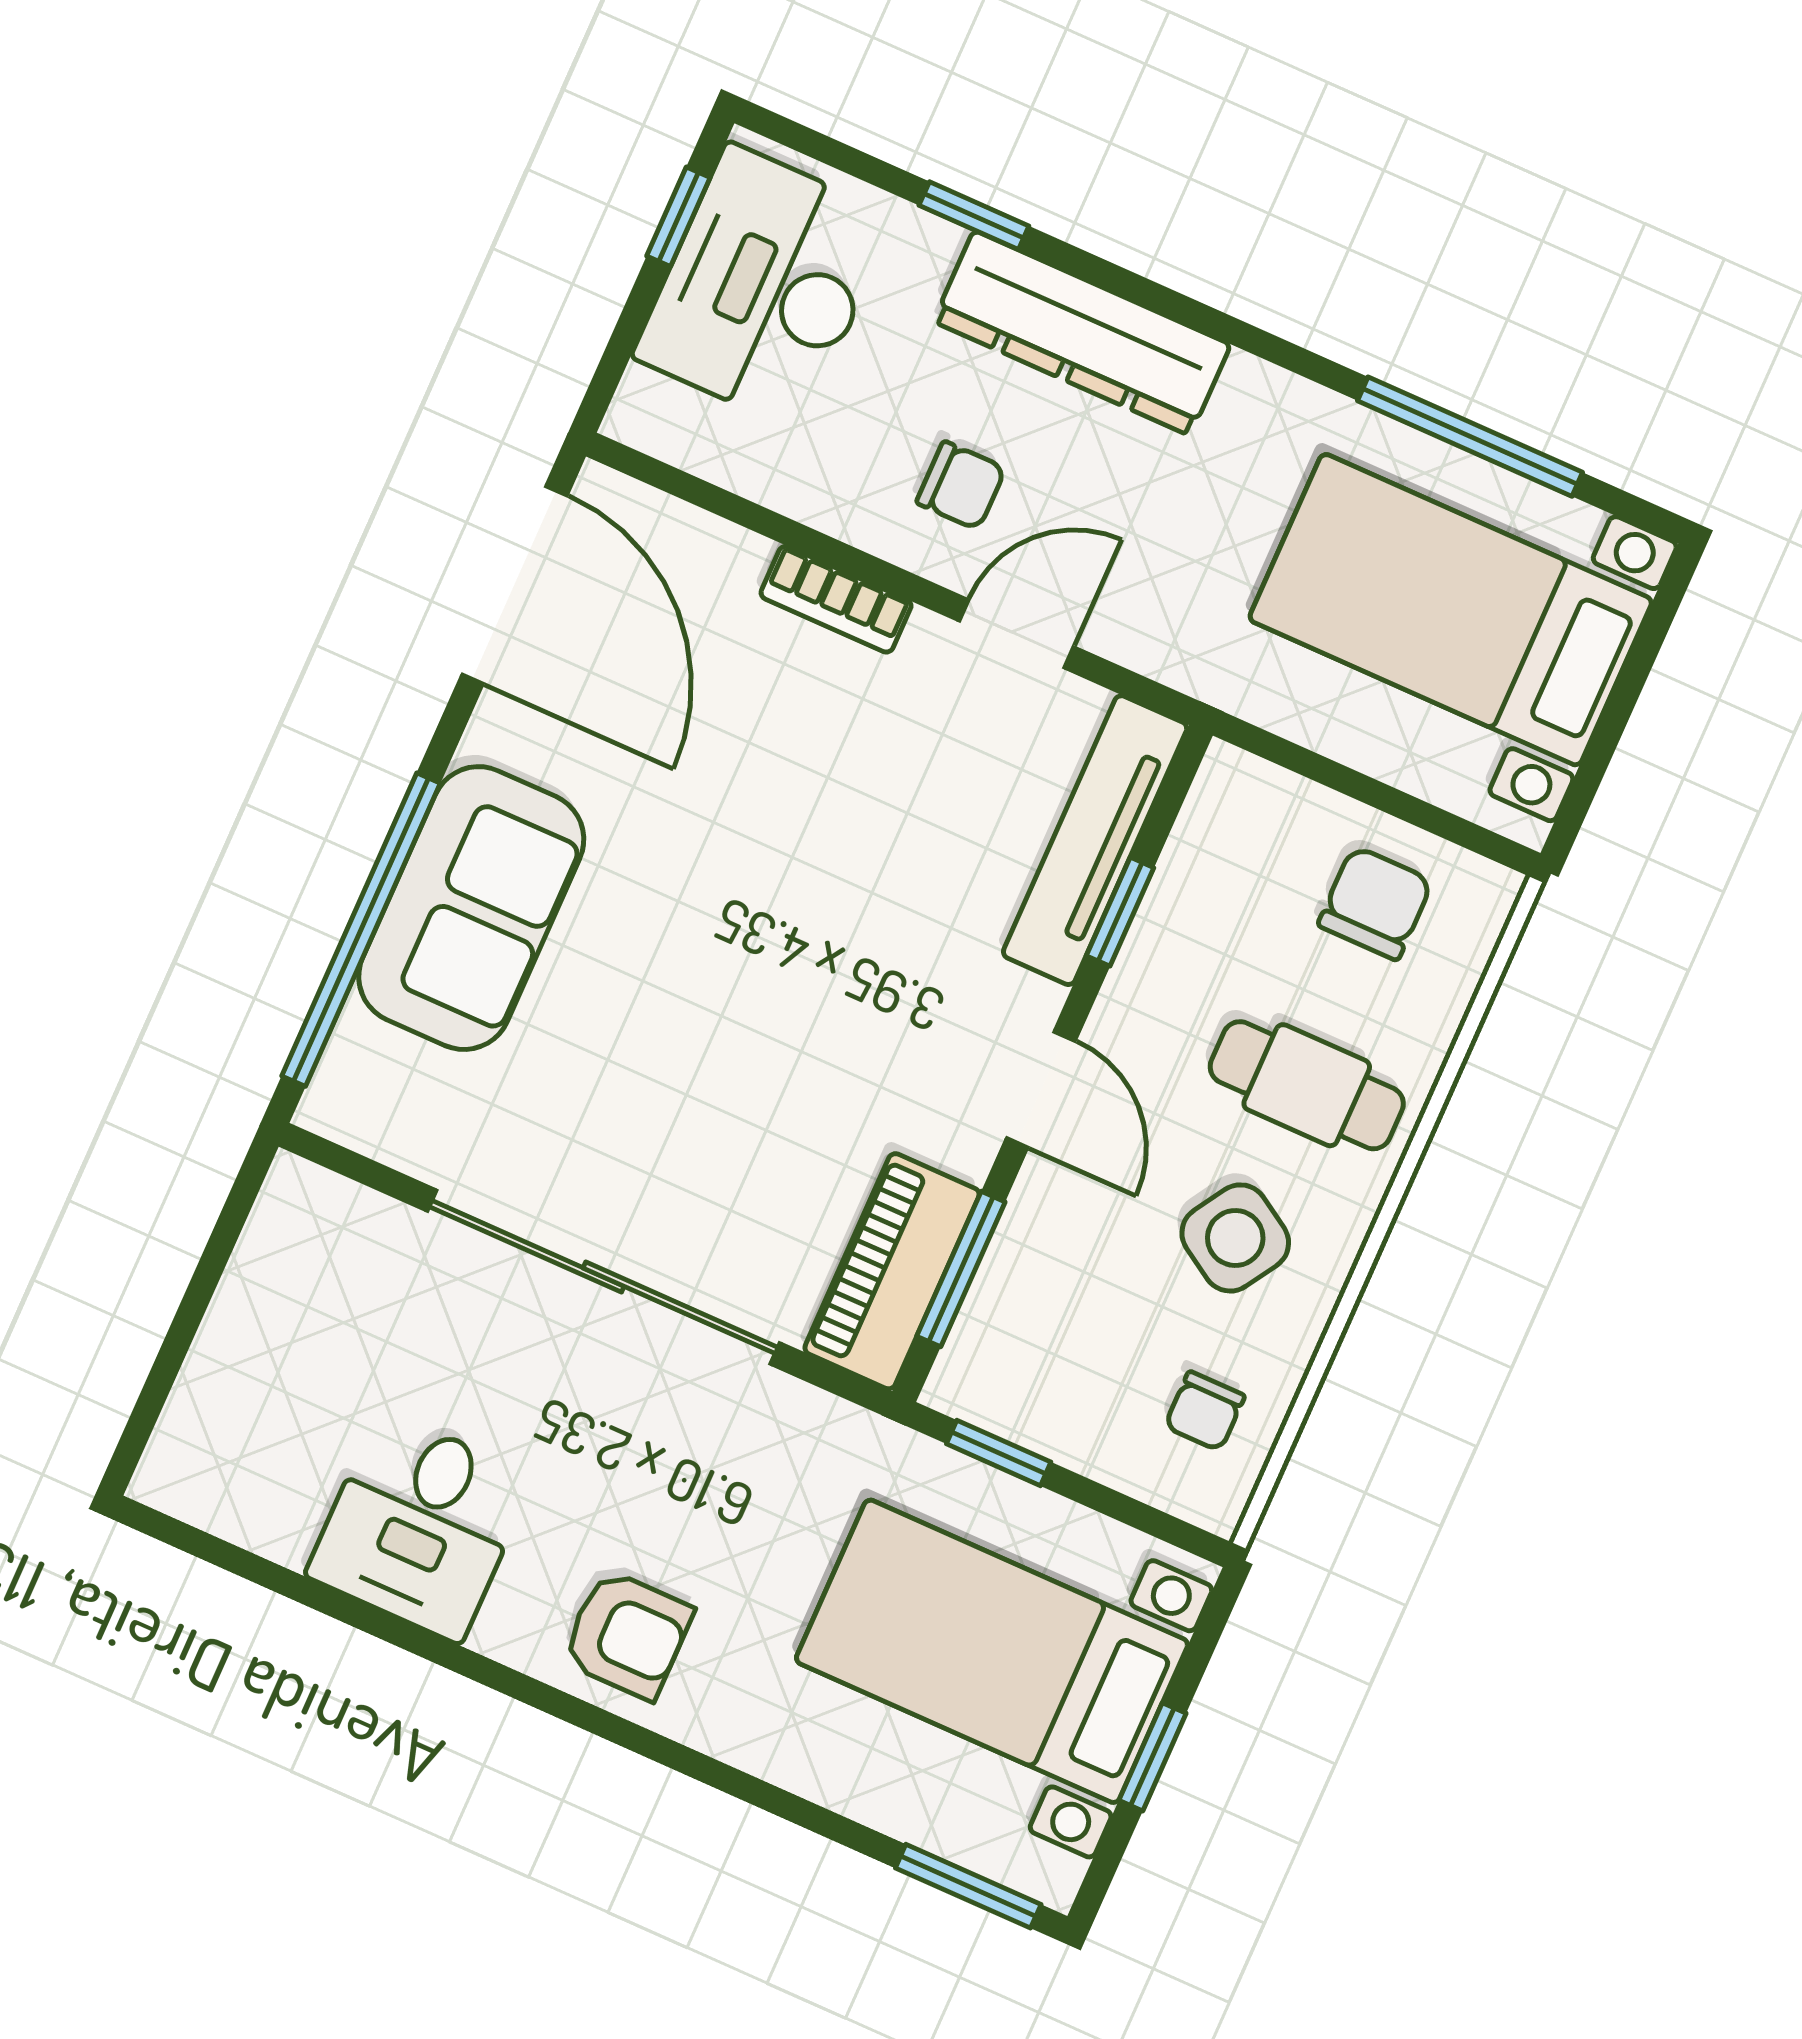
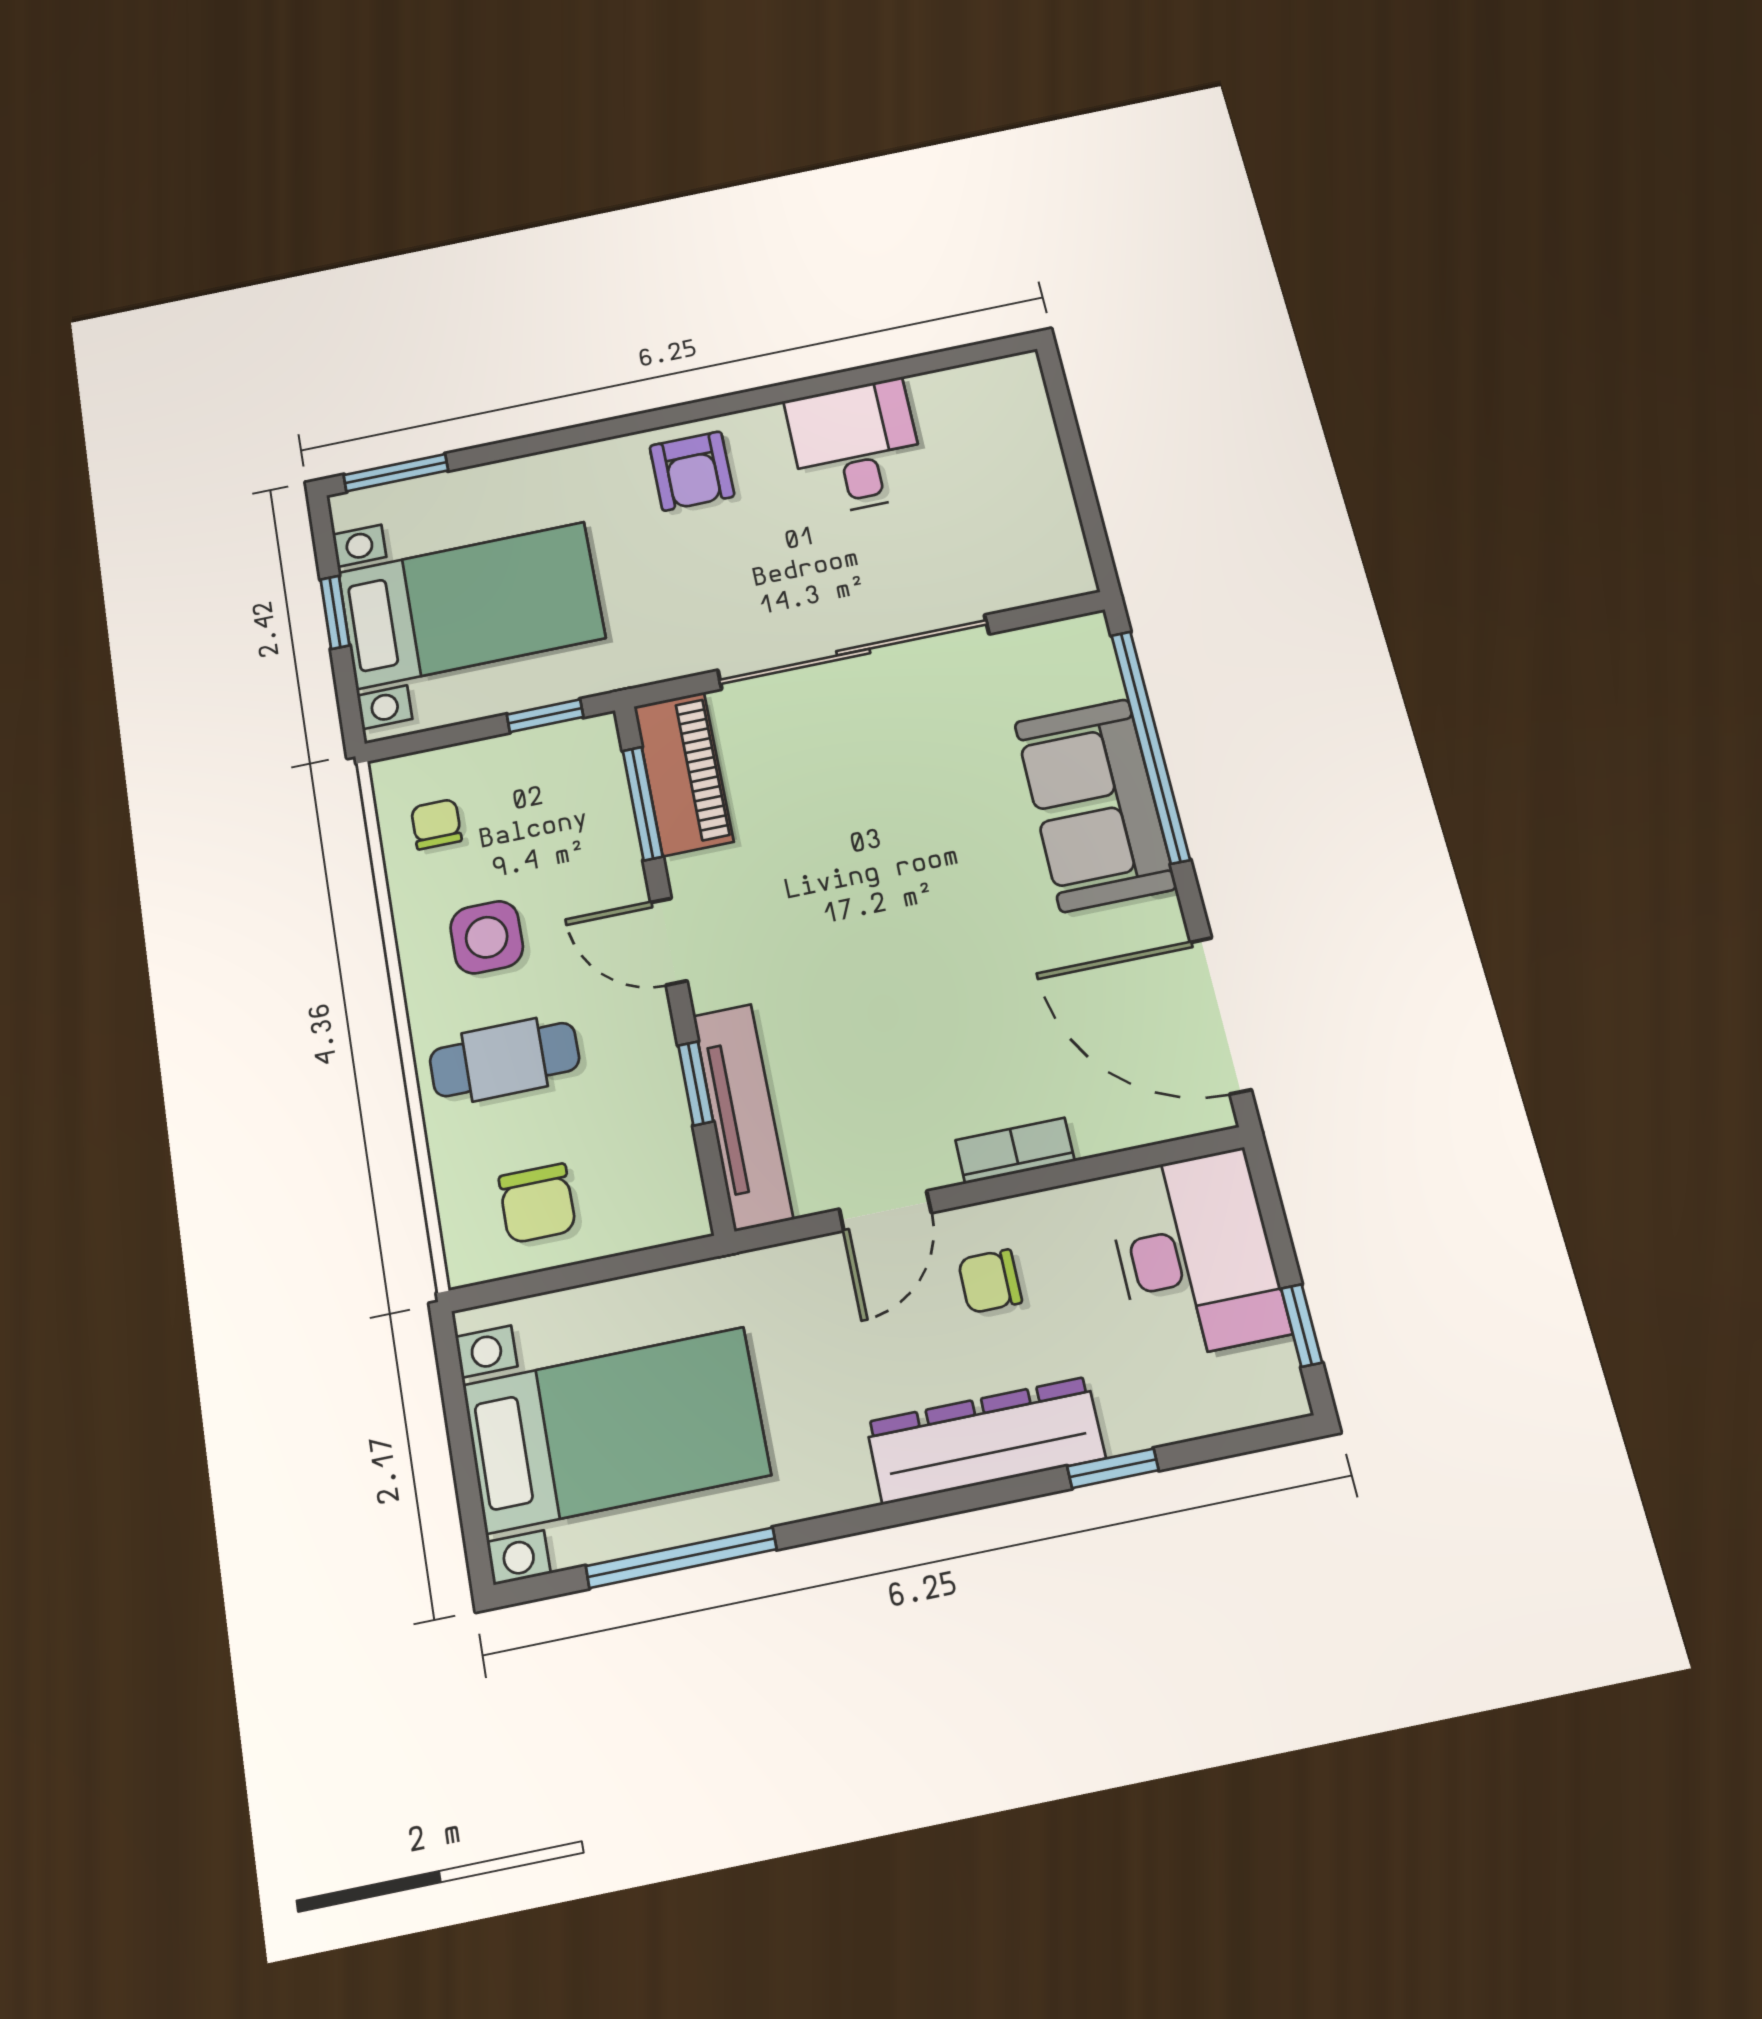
desk: (764, 287) -> (1196, 1255), moved
side table: (1235, 1238) -> (487, 937), turned -32
armchair: (627, 1635) -> (692, 471), turned -90

